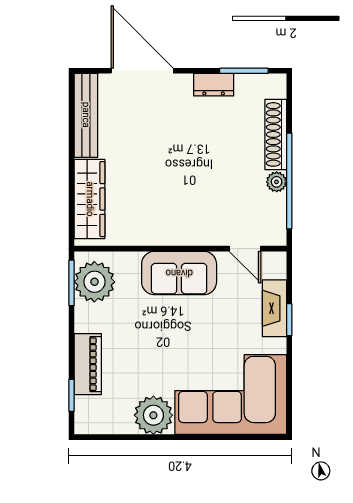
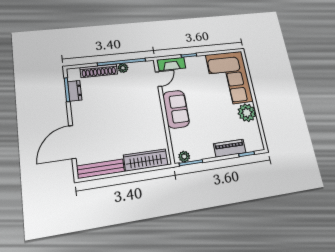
dresser: (214, 85) -> (75, 91), moved
plant: (94, 282) -> (184, 157), width x0.53, depth x0.53
fireplace: (275, 308) -> (171, 64), moved

